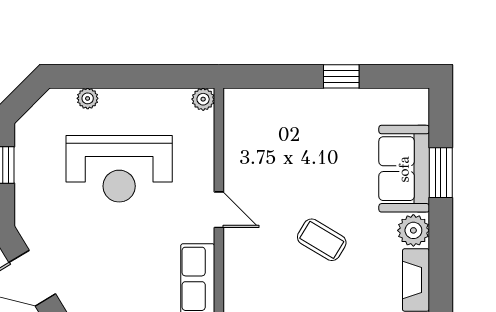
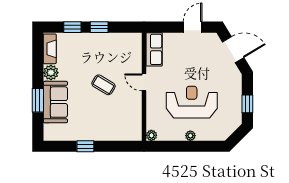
plant: (88, 98) -> (190, 136), moved
coffee table: (322, 240) -> (103, 85), moved

